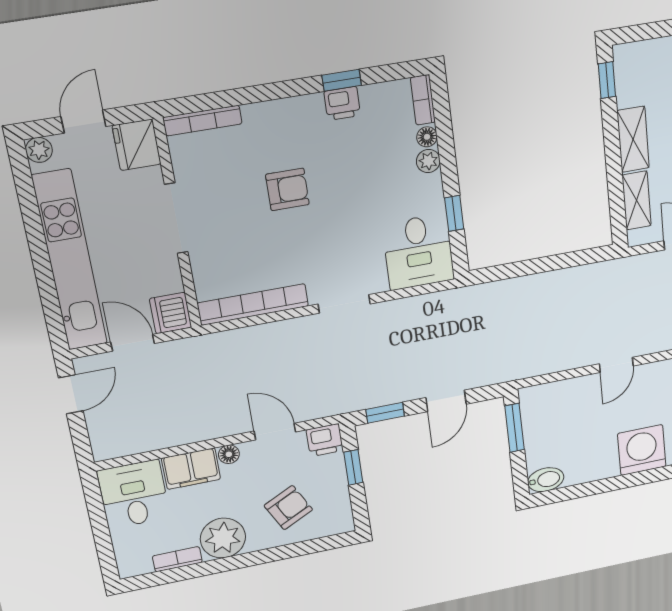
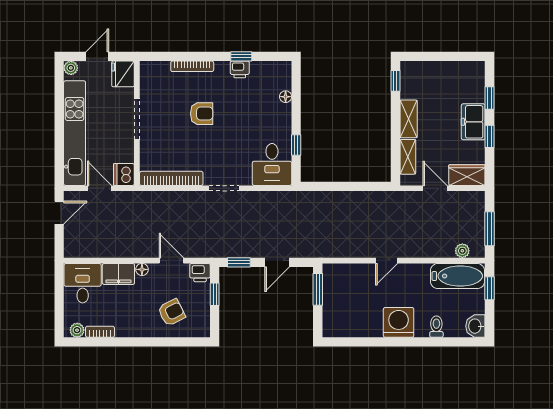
bookcase: (423, 100) -> (286, 75), removed
bookcase: (203, 121) -> (192, 66), moved
plant: (428, 161) -> (285, 111), removed
bidet: (546, 480) -> (334, 329), removed
plant: (223, 538) -> (77, 330), moved, width x0.53, depth x0.53

